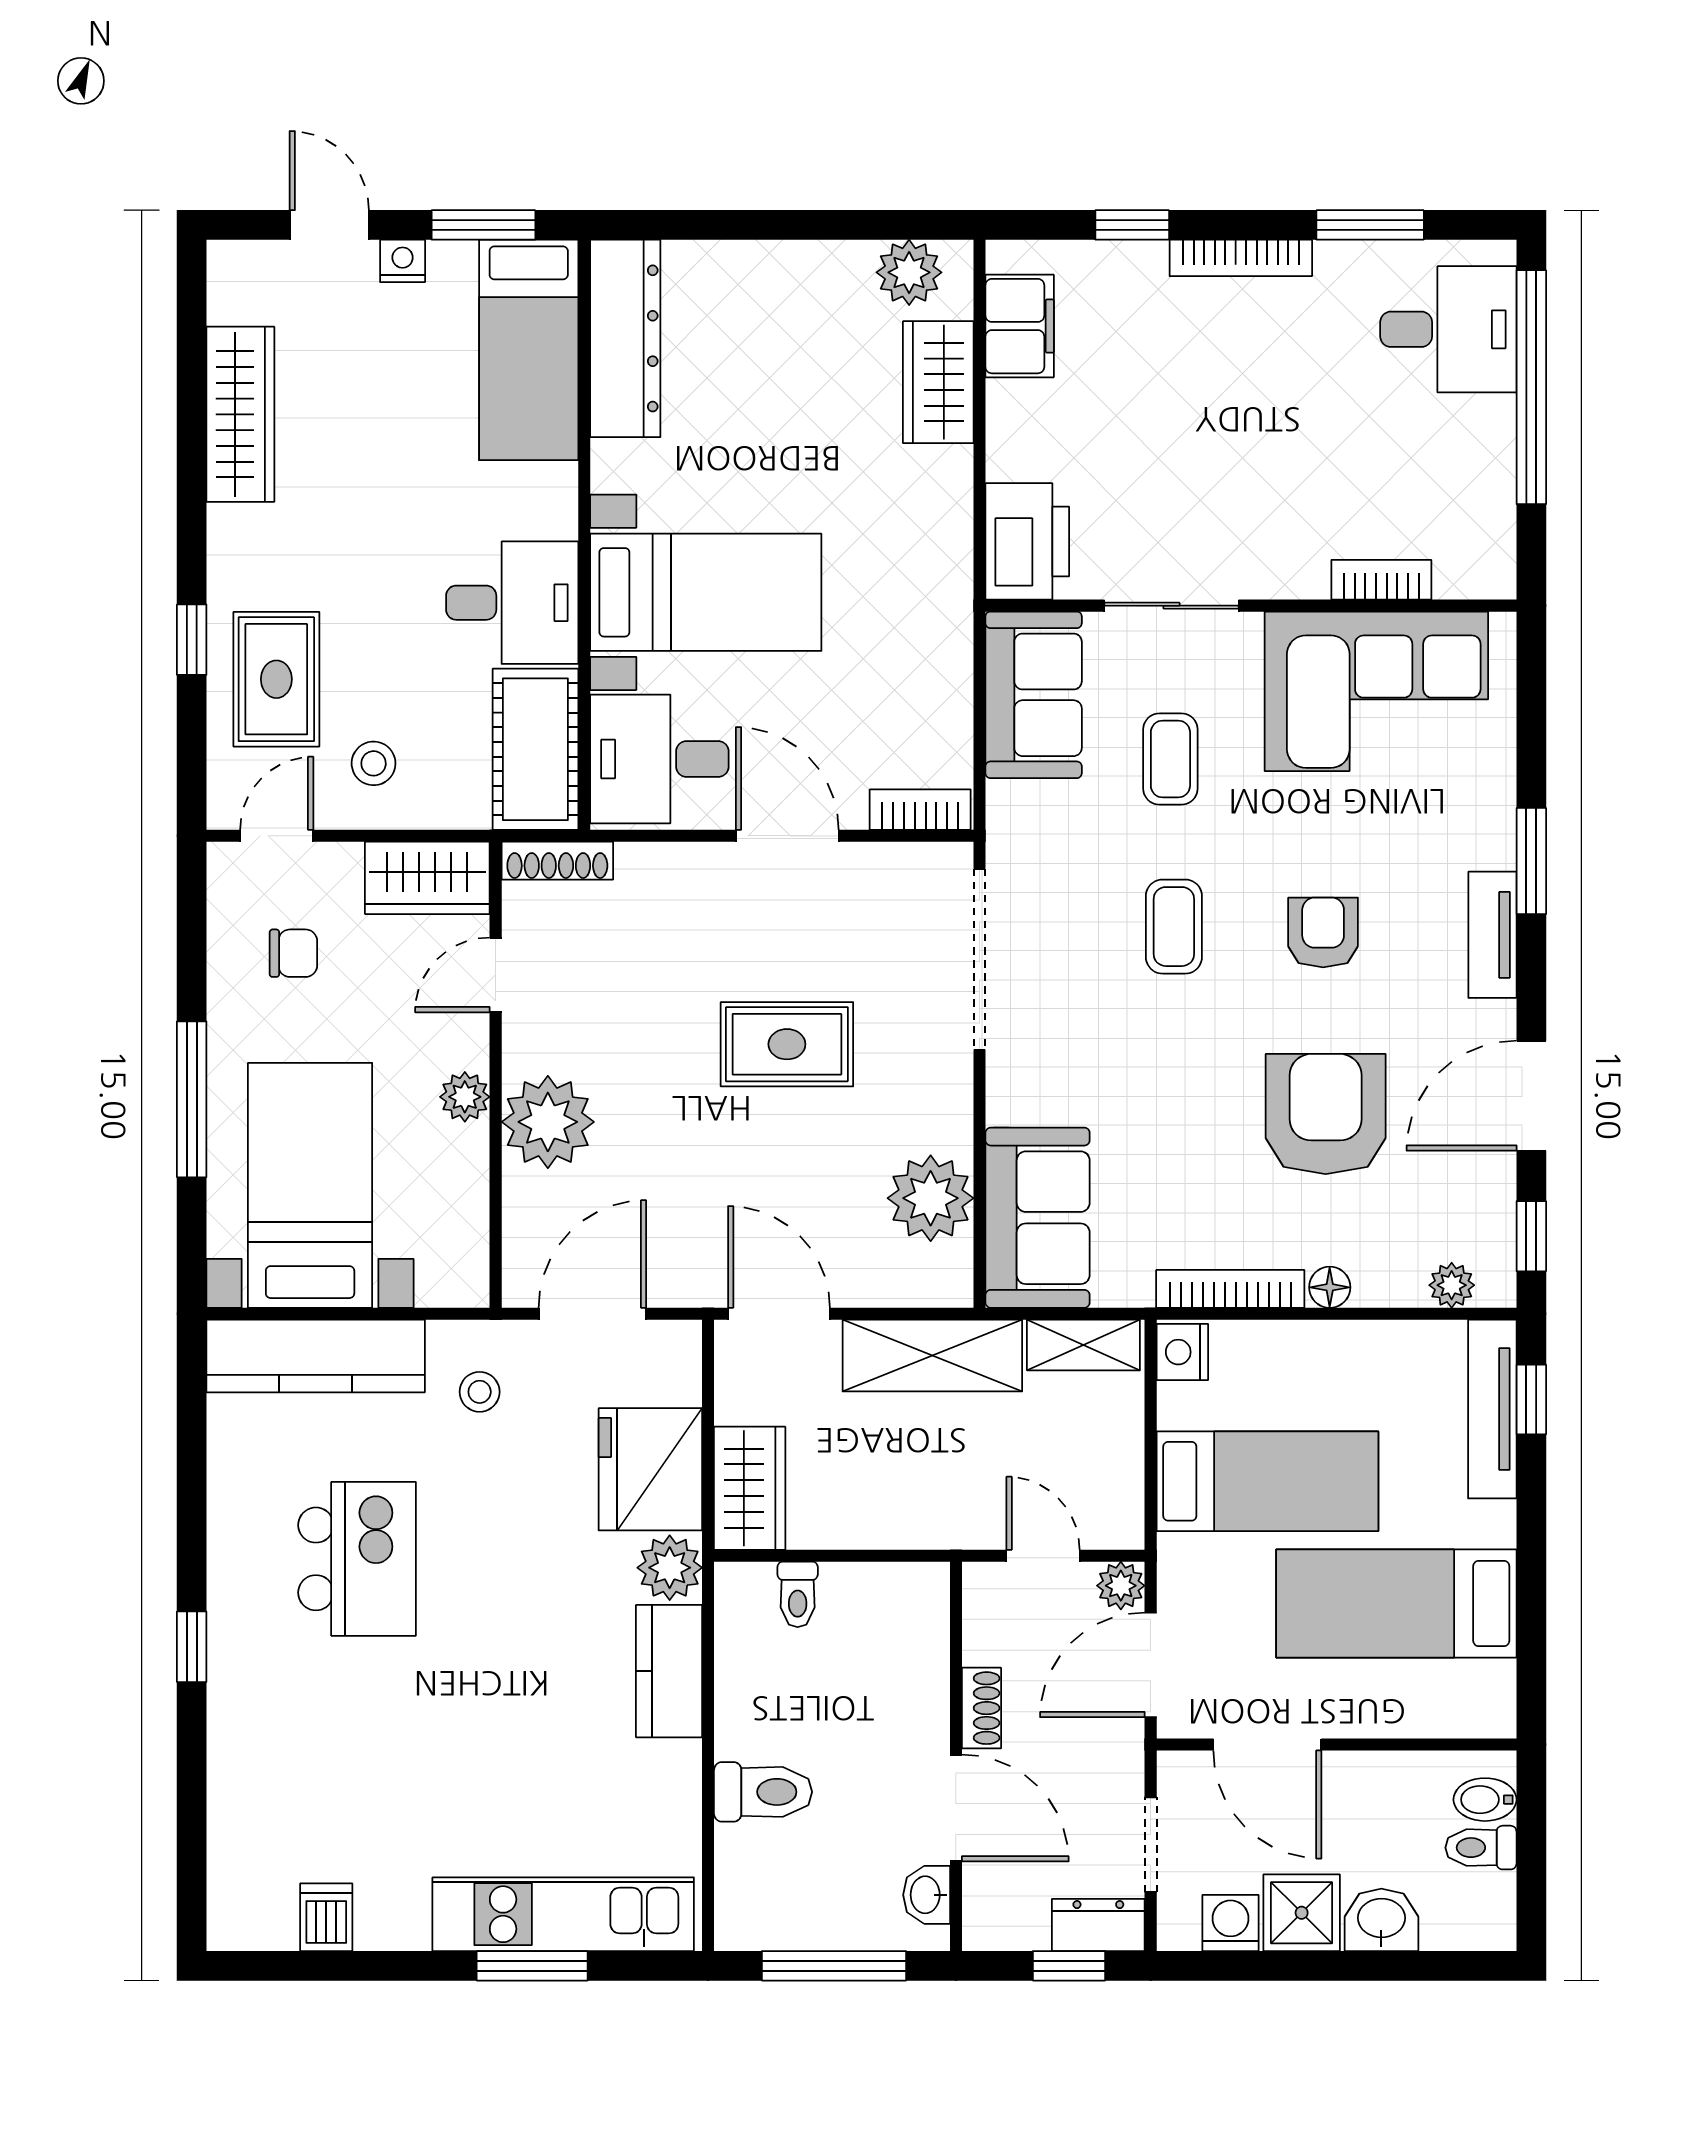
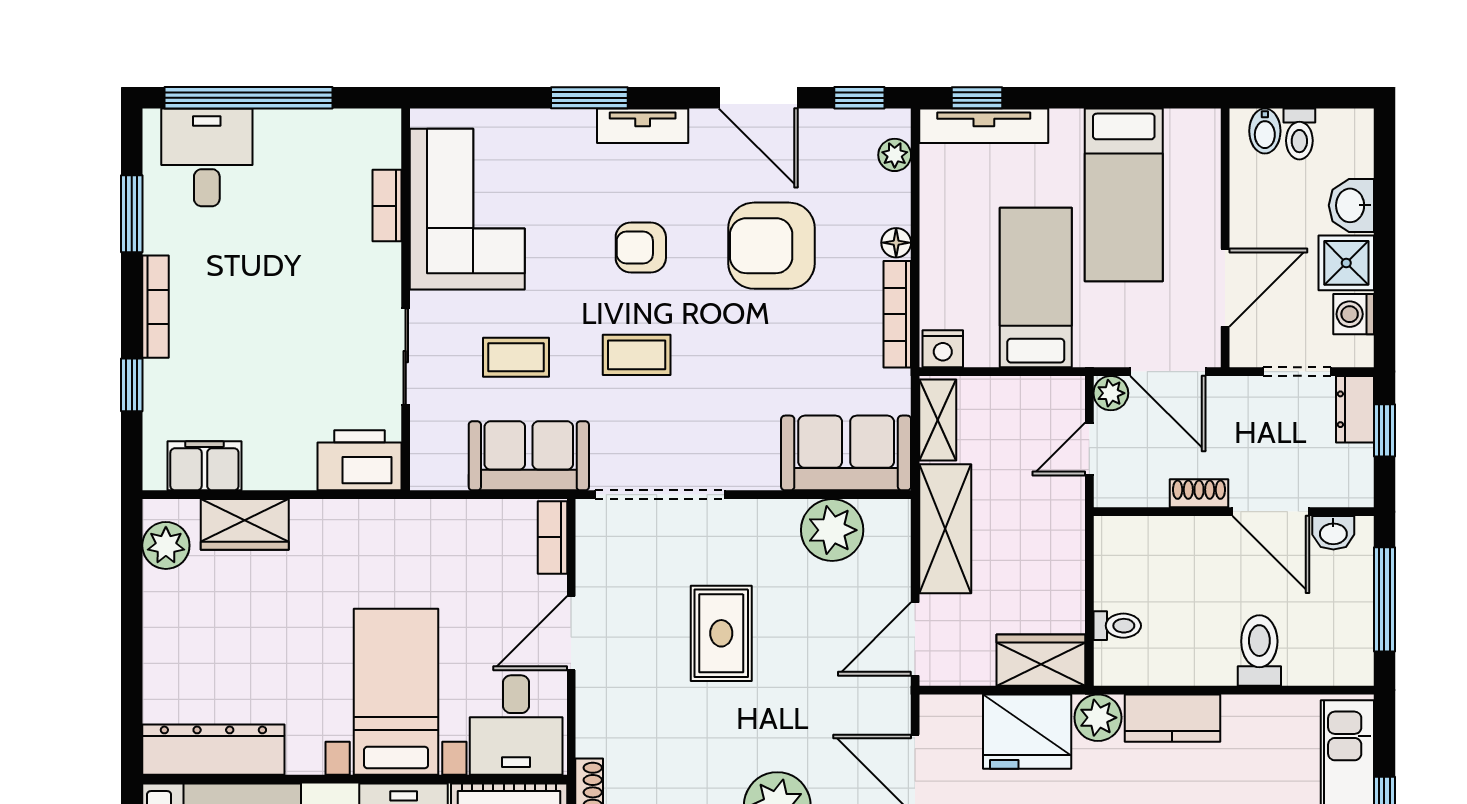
sofa: (1034, 695) -> (529, 456), moved
door: (956, 1808) -> (1271, 512), swing flipped

